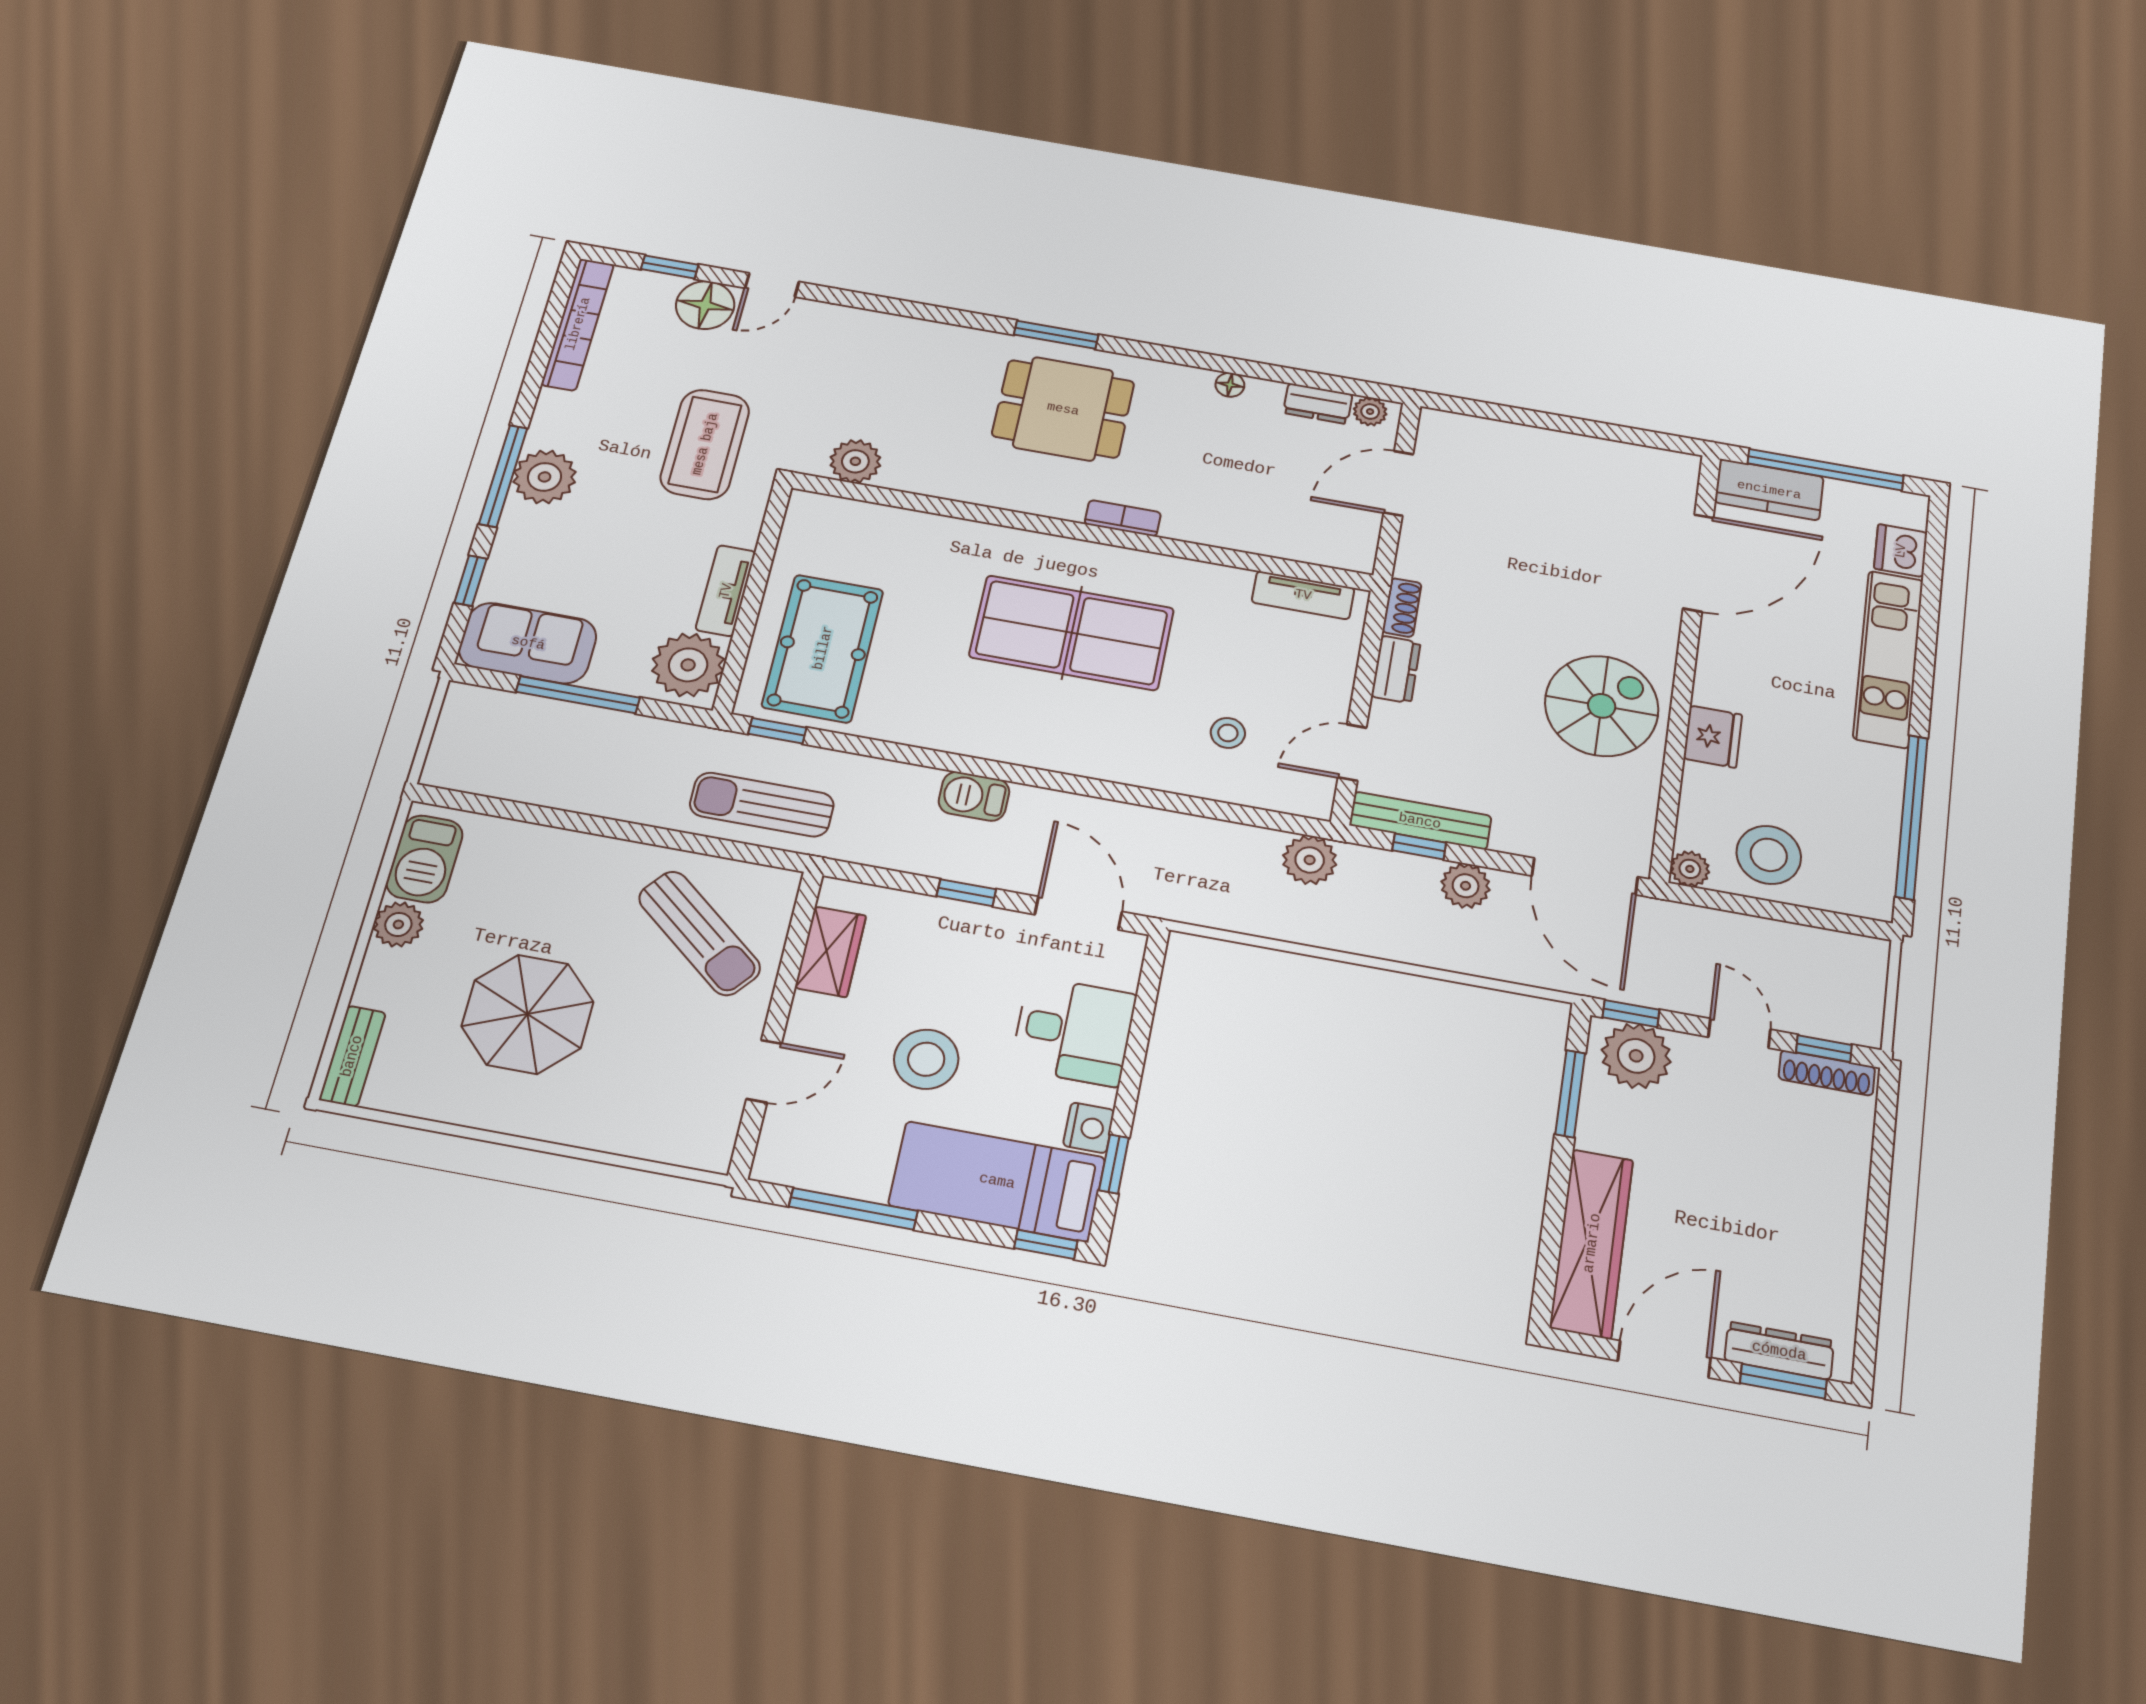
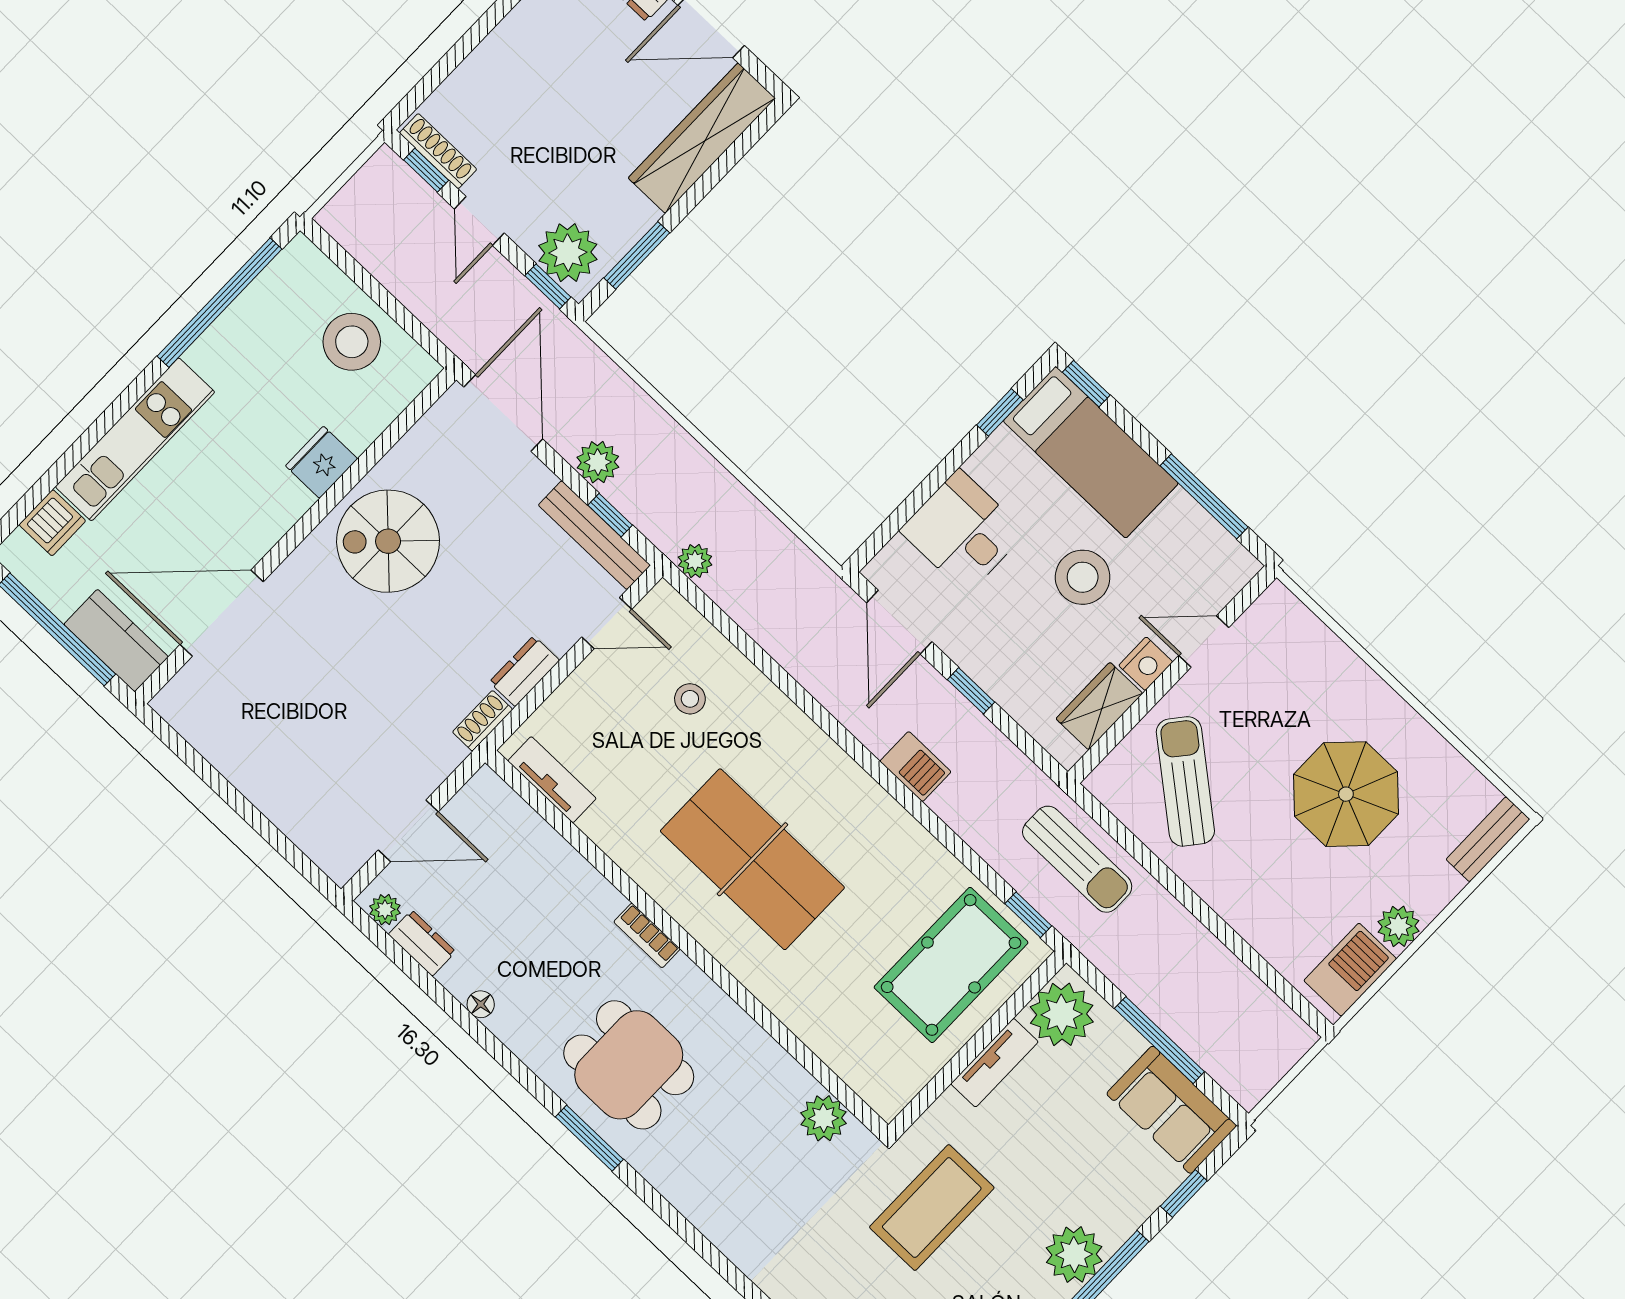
plant: (1310, 860) -> (695, 561), width x0.73, depth x0.73
plant: (1690, 869) -> (420, 369), removed
nightstand: (1089, 1128) -> (1146, 664), moved, turned 180

